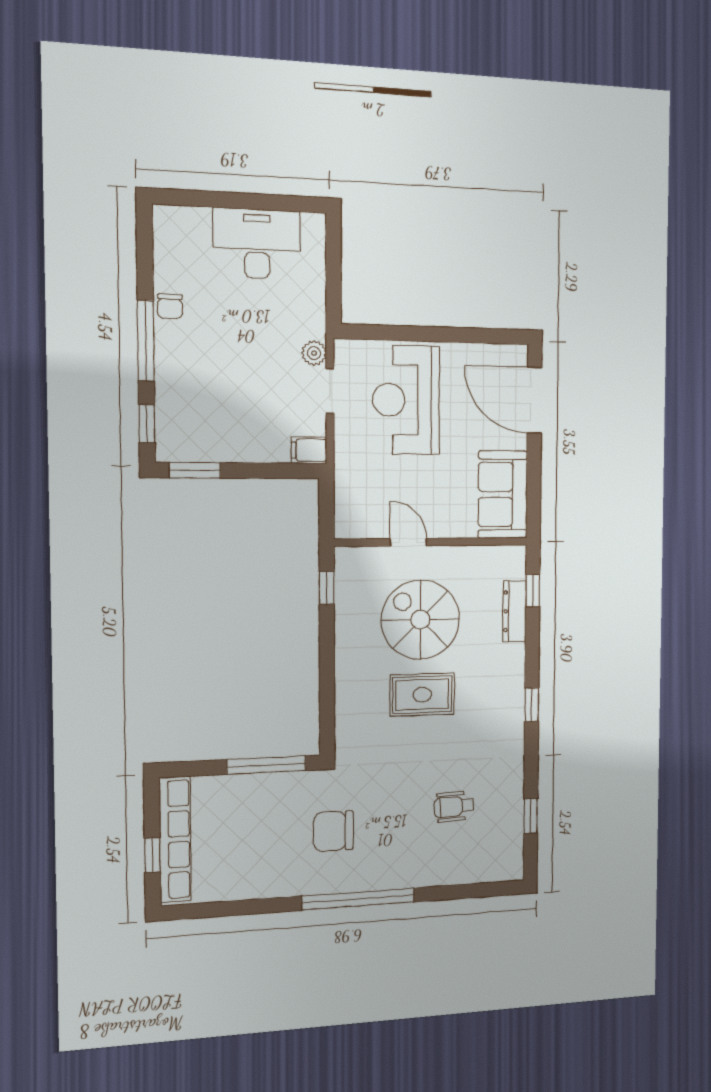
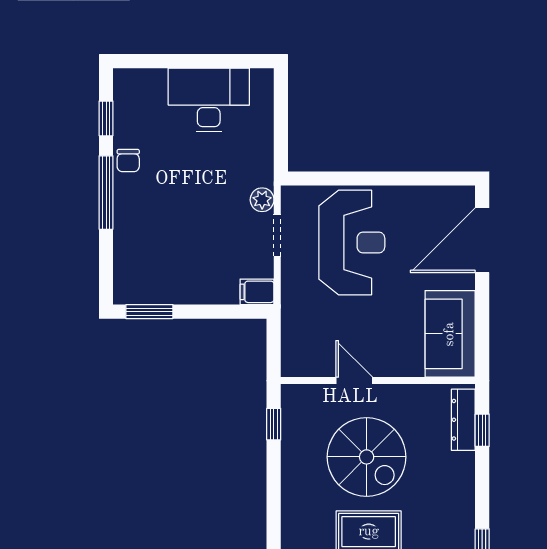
reception desk: (406, 400) -> (352, 243), turned 180
door: (534, 400) -> (482, 240), hinge flipped
window: (147, 424) -> (106, 118), moved
dresser: (514, 611) -> (463, 420), moved
spiral stairs: (420, 620) -> (367, 457), turned 180

